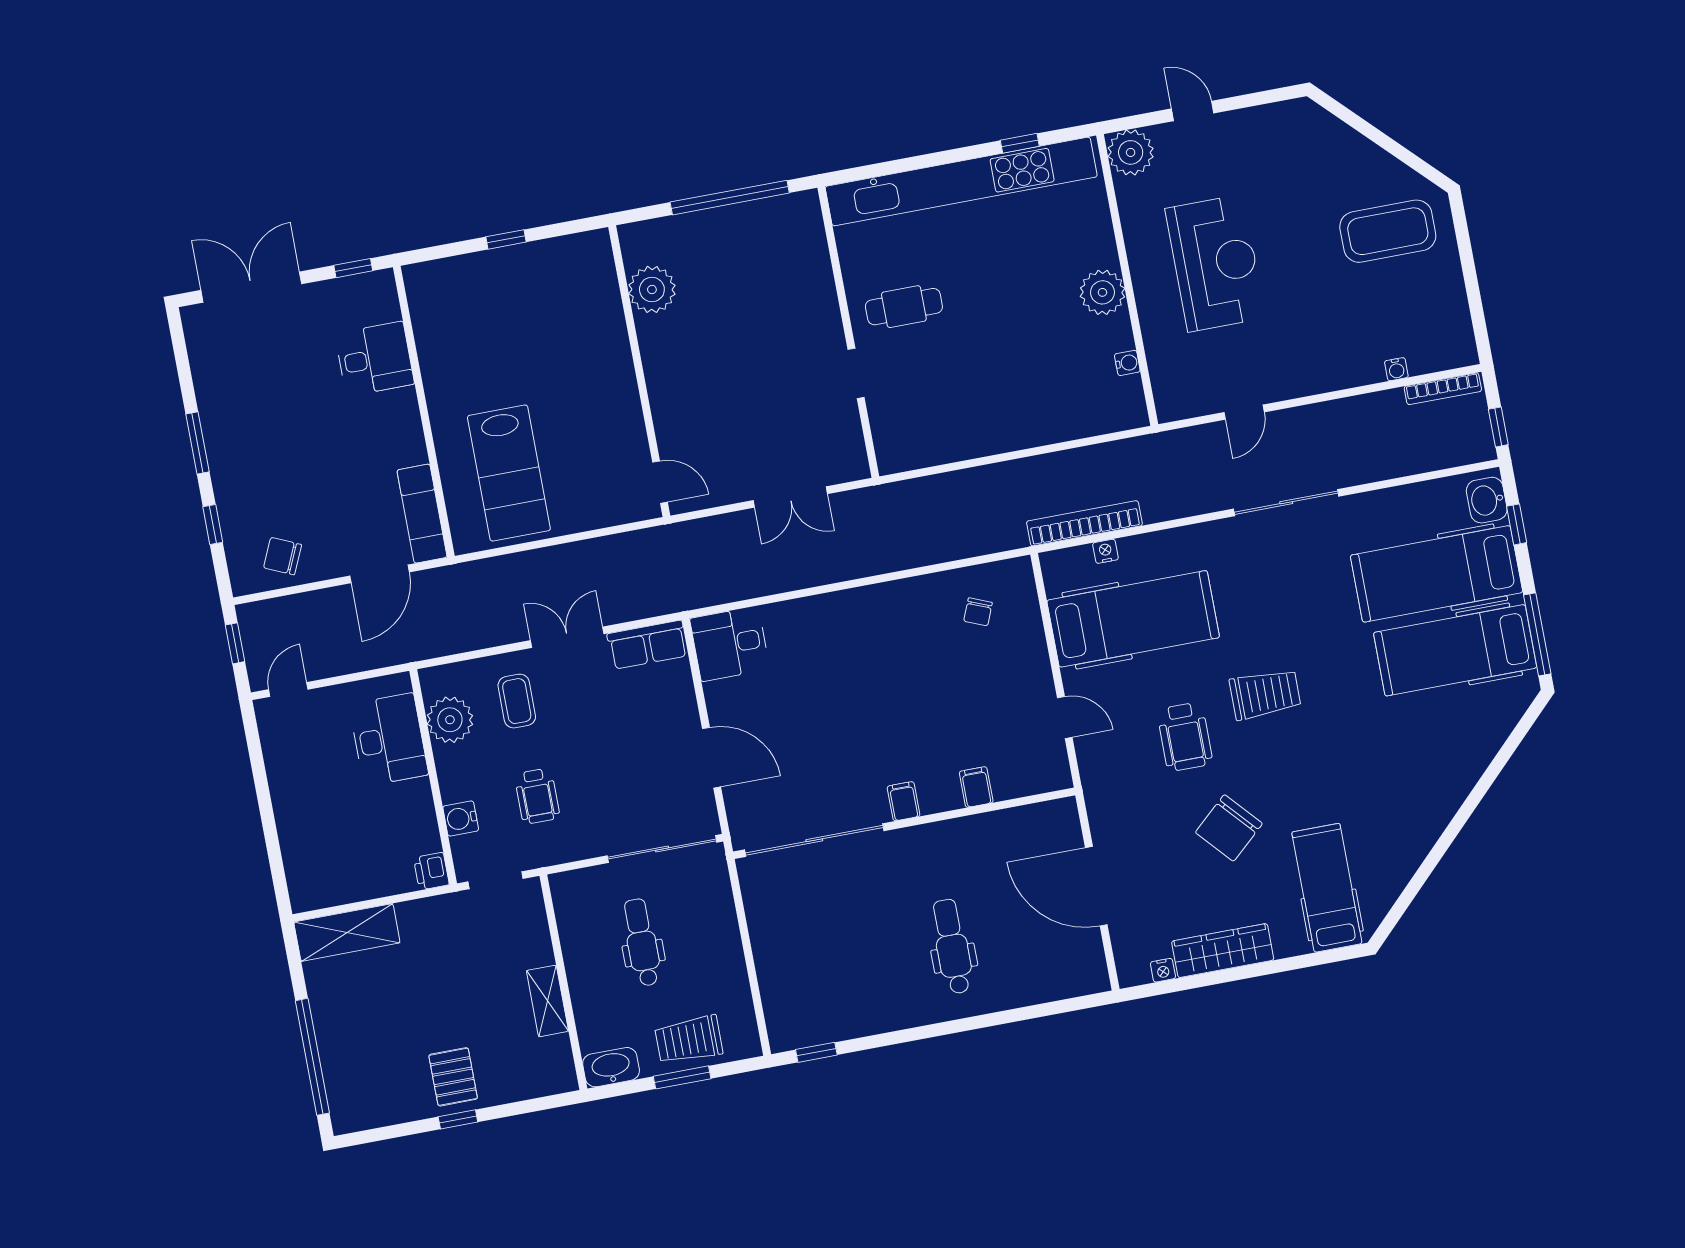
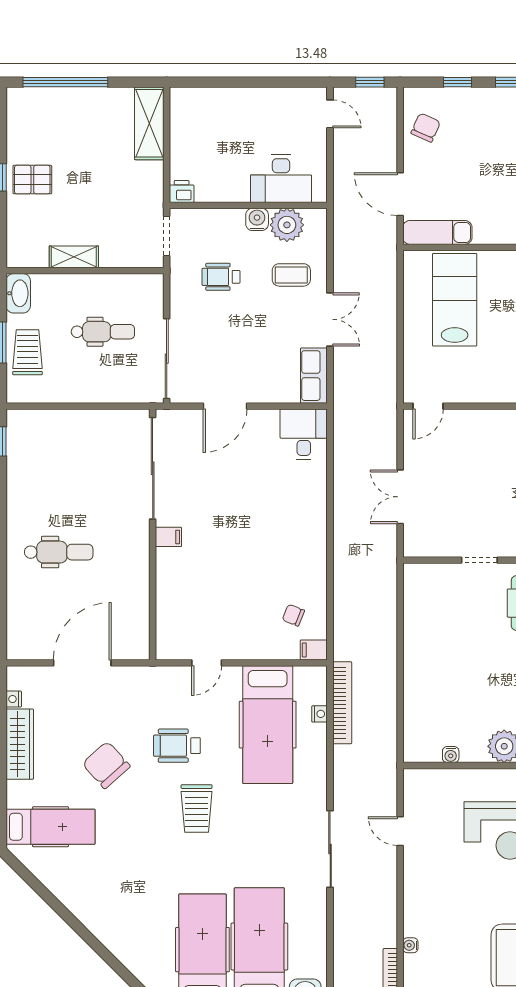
lab bench: (509, 473) -> (455, 300), turned 90
filing cabinet: (976, 787) -> (314, 650), moved, turned 180
water cooler: (461, 818) -> (257, 219), moved

